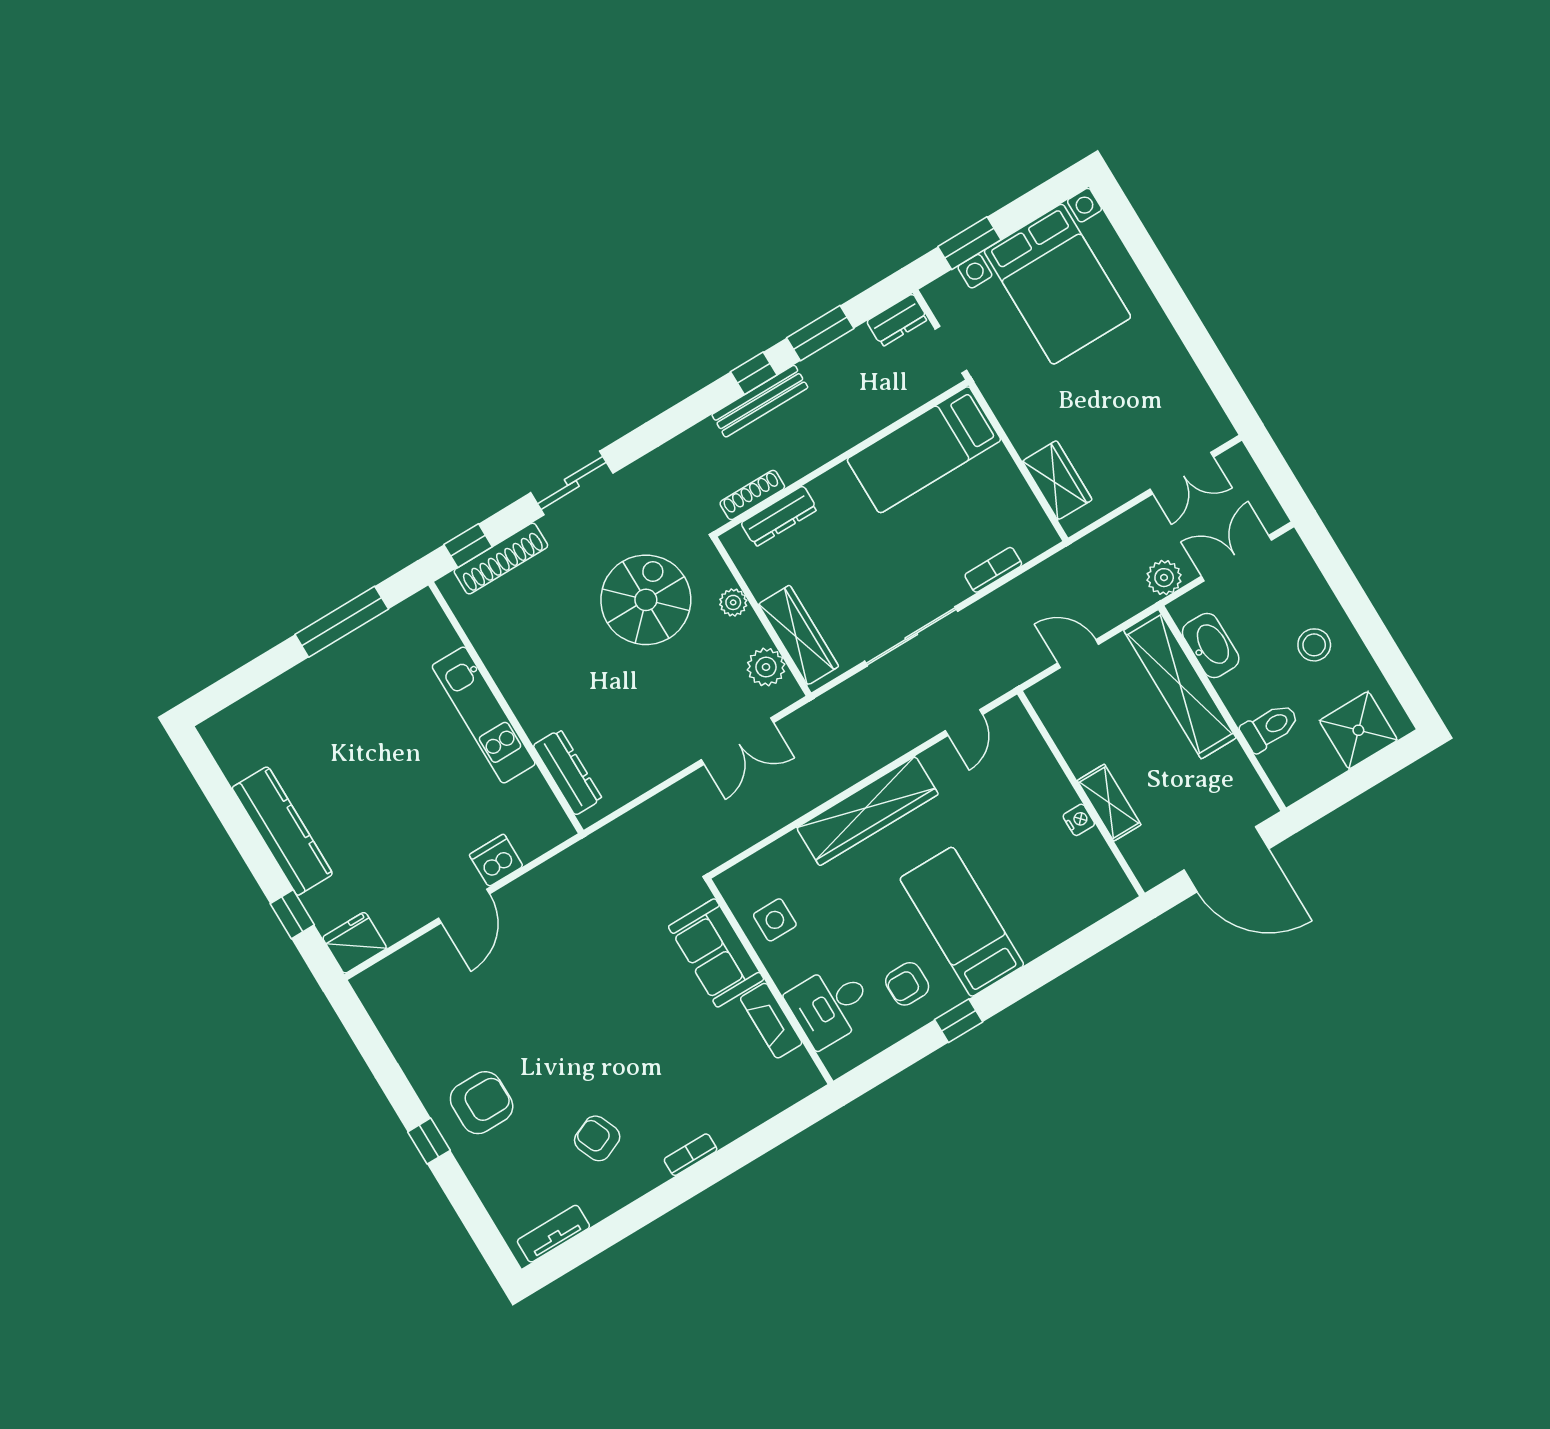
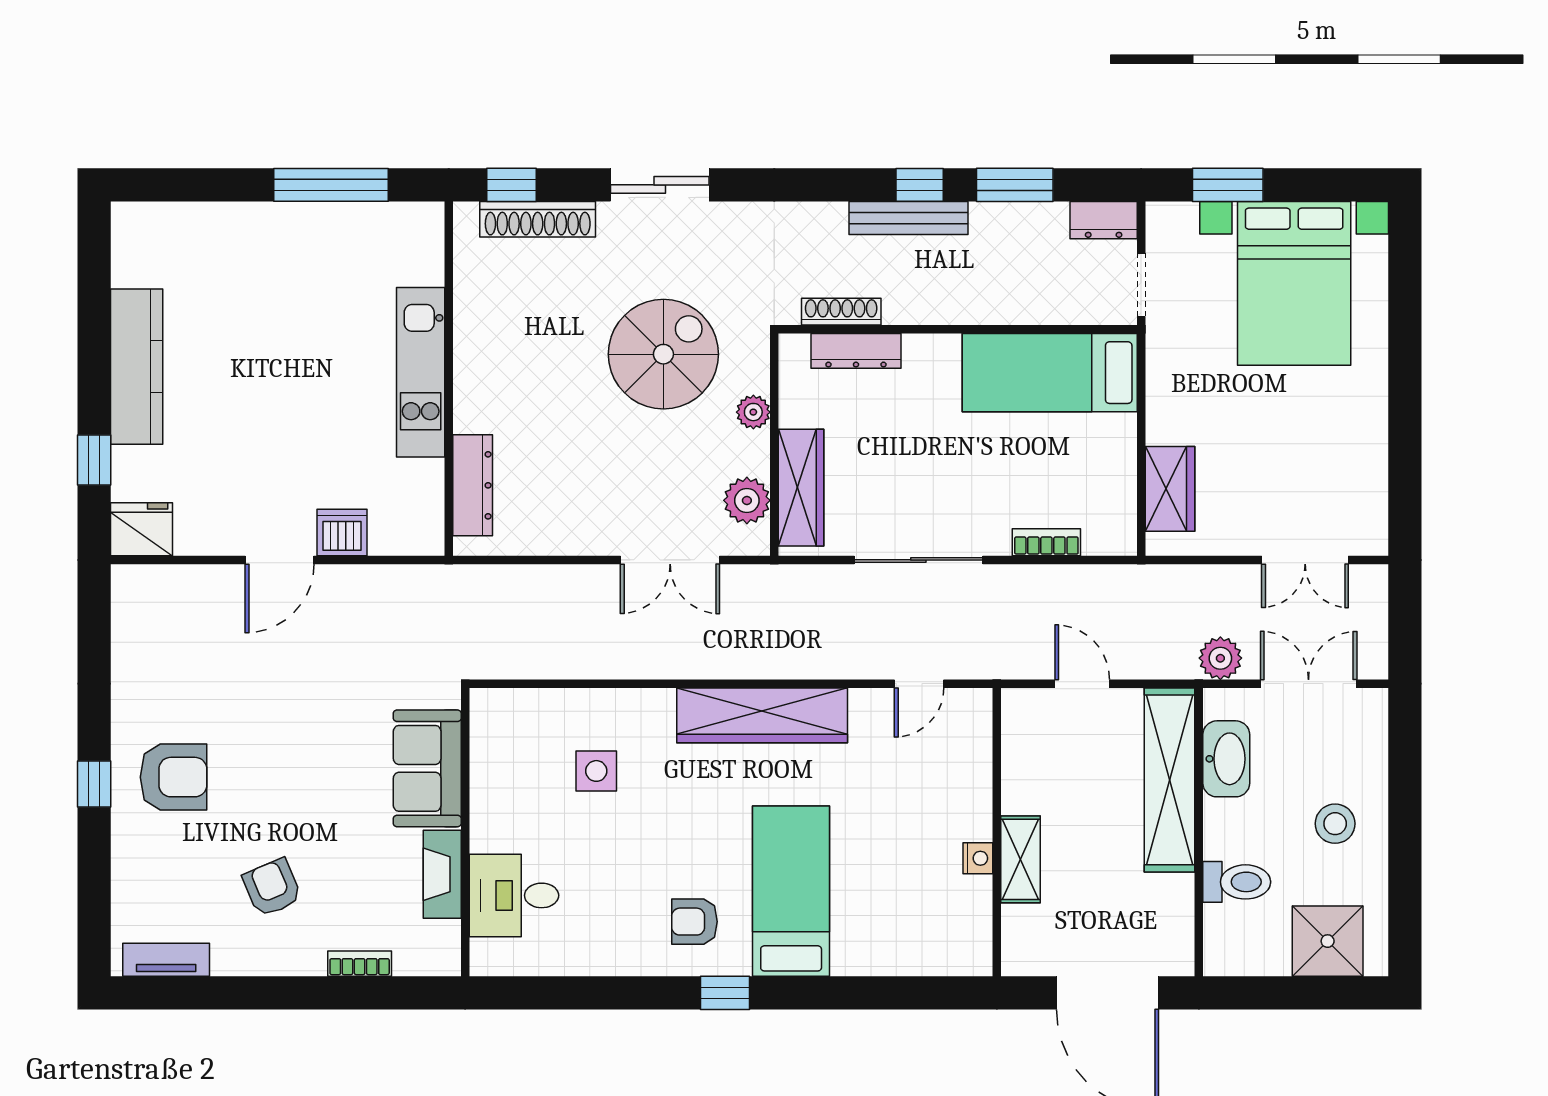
sofa: (716, 953) -> (427, 768), moved
wall: (769, 981) -> (465, 832), moved
desk: (830, 1005) -> (514, 895), moved
fireplace: (771, 1021) -> (442, 874), moved

